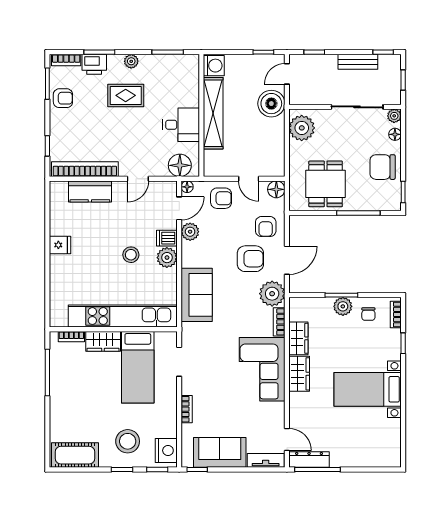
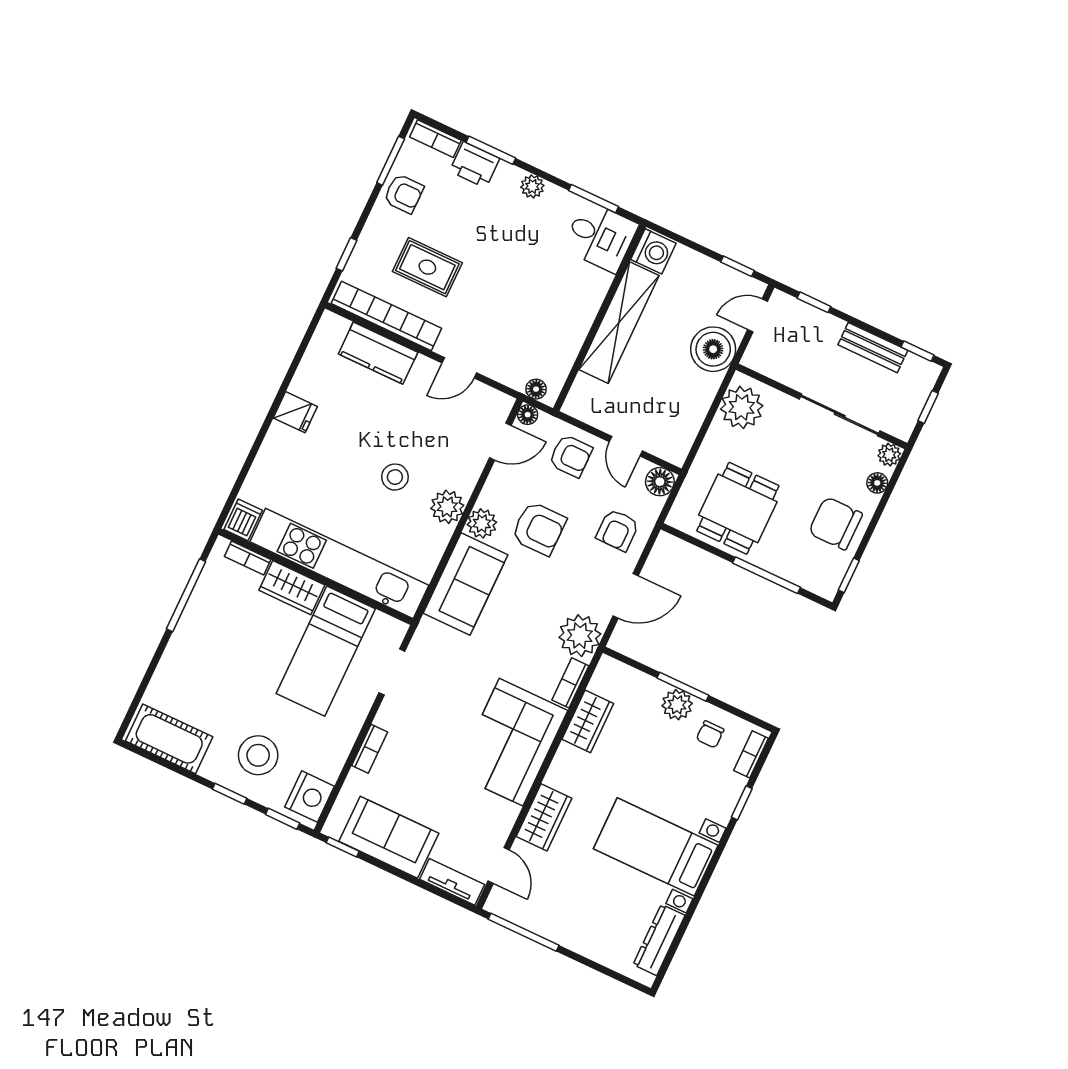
rug: (126, 95) -> (427, 267), moved
desk: (181, 125) -> (600, 237), moved
floor lamp: (180, 165) -> (536, 389), width x0.53, depth x0.53
plant: (190, 232) -> (482, 523), moved
dishwasher: (167, 238) -> (243, 520), moved, turned 90
armchair: (250, 259) -> (539, 528), moved
wardrobe: (299, 374) -> (544, 817), moved
dresser: (309, 460) -> (659, 940), moved, turned -90

